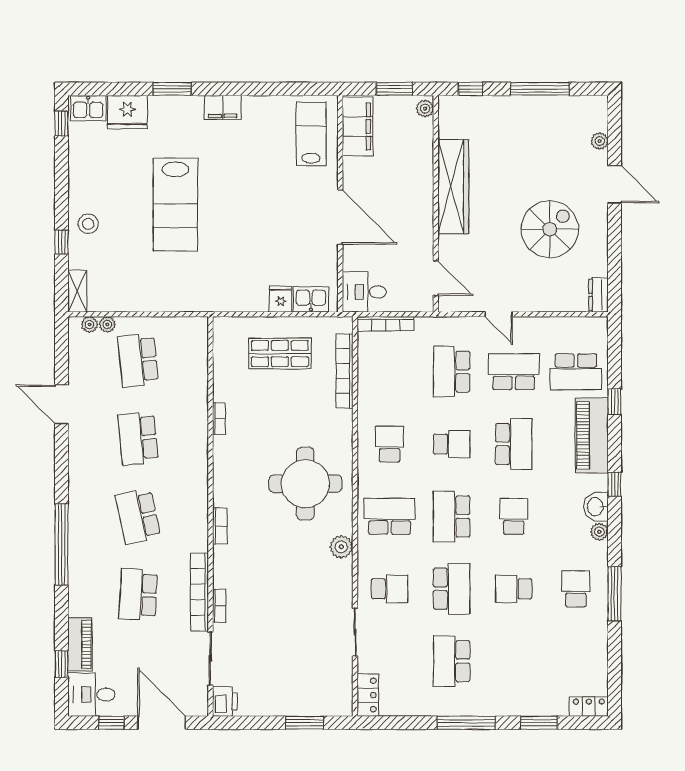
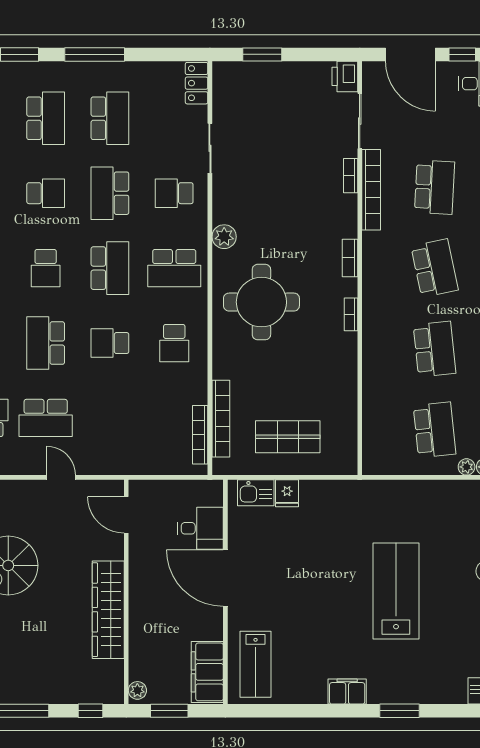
fridge: (127, 112) -> (446, 687), removed
desk: (364, 292) -> (200, 528), moved
bookcase: (386, 324) -> (200, 435), moved, turned -90
school desk: (452, 372) -> (46, 118), moved
bookcase: (219, 418) -> (351, 314), moved

